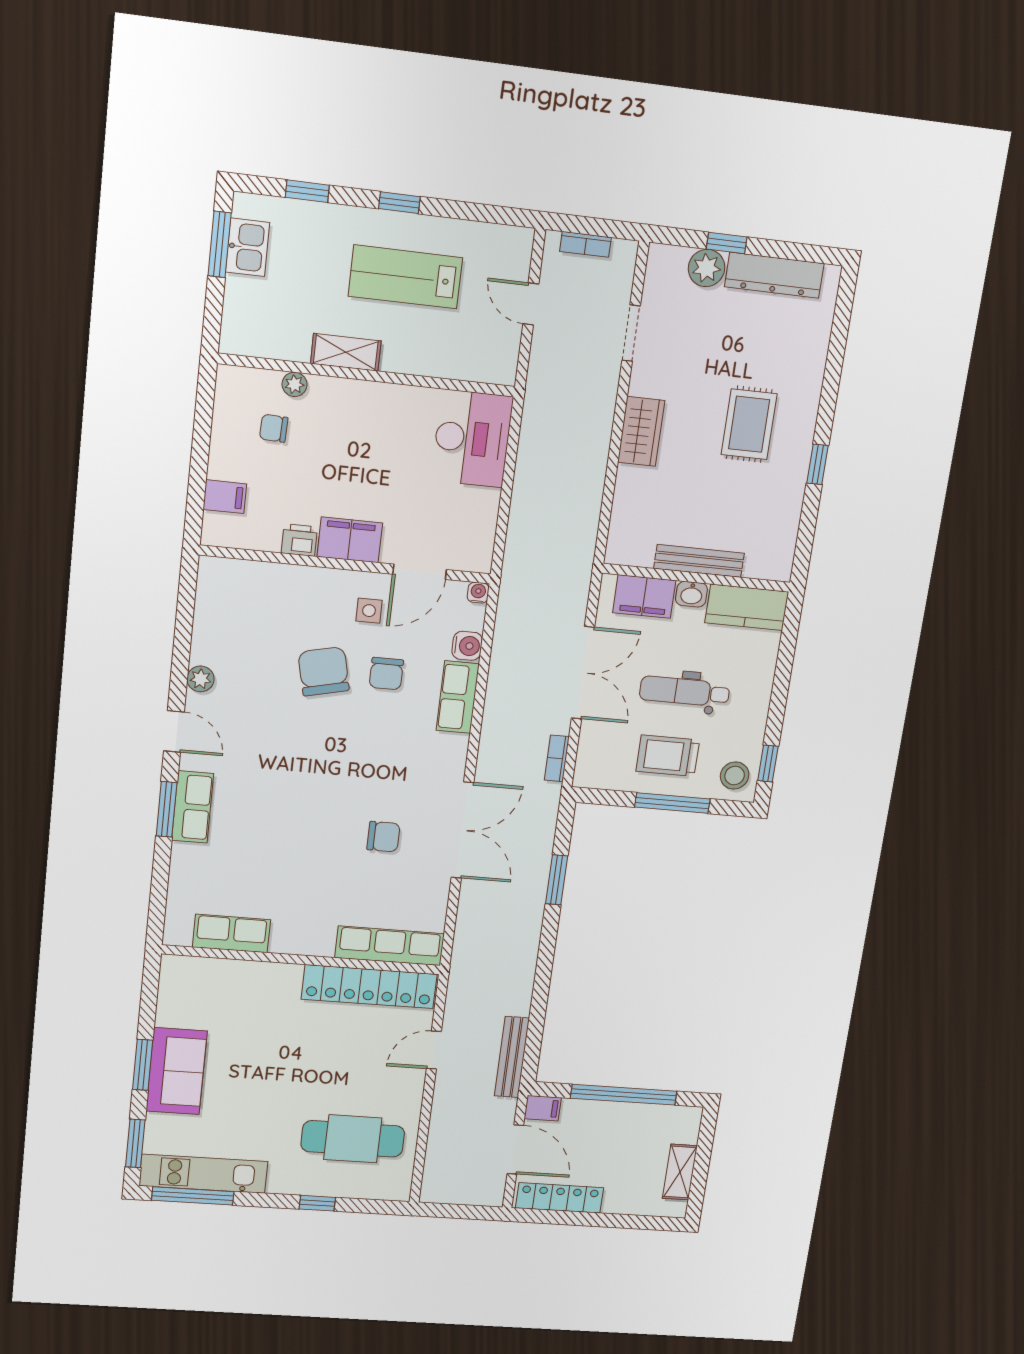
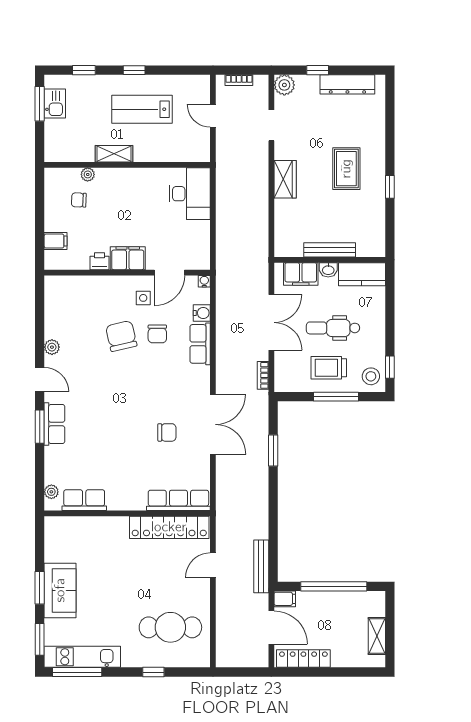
plant: (707, 268) -> (284, 85), moved
plant: (177, 916) -> (51, 492), added

